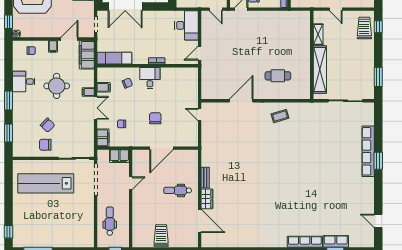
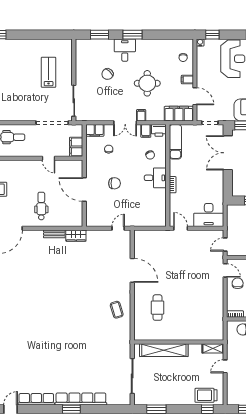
trolley: (364, 28) -> (206, 395), turned 180
shelving: (318, 34) -> (213, 348), moved
printer: (103, 74) -> (159, 130), added
desk: (24, 82) -> (125, 50), moved
chair: (45, 145) -> (88, 72), removed
lab bench: (46, 183) -> (49, 72), width x0.54, depth x0.72
row of seats: (368, 195) -> (36, 399), added
wardrobe: (207, 199) -> (76, 236), moved

